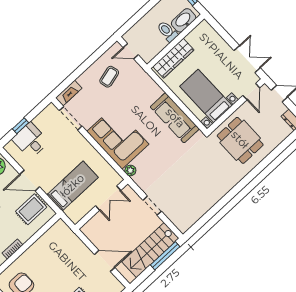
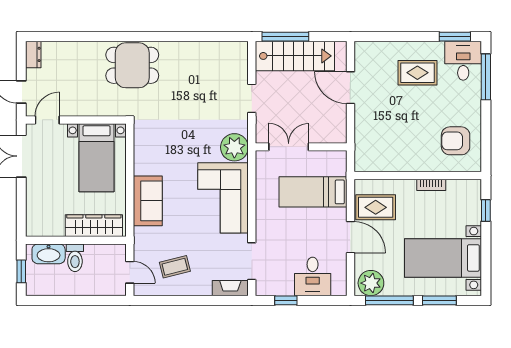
sofa: (175, 118) -> (148, 201), moved, width x0.73
window: (20, 126) -> (286, 300), moved
dining table: (240, 140) -> (132, 65), moved, turned 90
plant: (130, 170) -> (234, 147), width x1.87, depth x1.87

